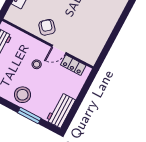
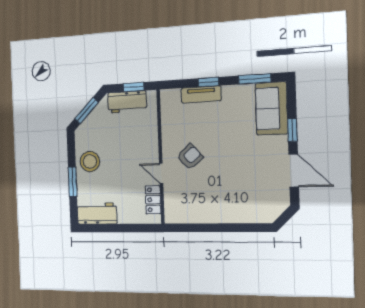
armchair: (47, 27) -> (190, 157), moved
stool: (37, 64) -> (131, 158), removed

